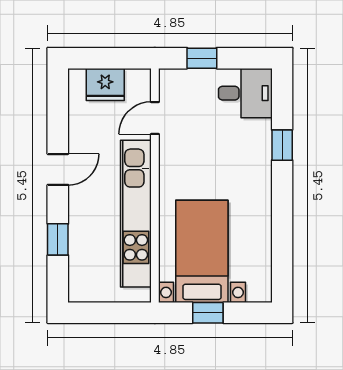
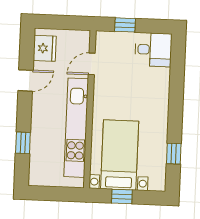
fridge: (105, 85) -> (45, 48), moved, turned -90
window: (282, 145) -> (174, 154), moved
door: (58, 169) -> (26, 80), moved

